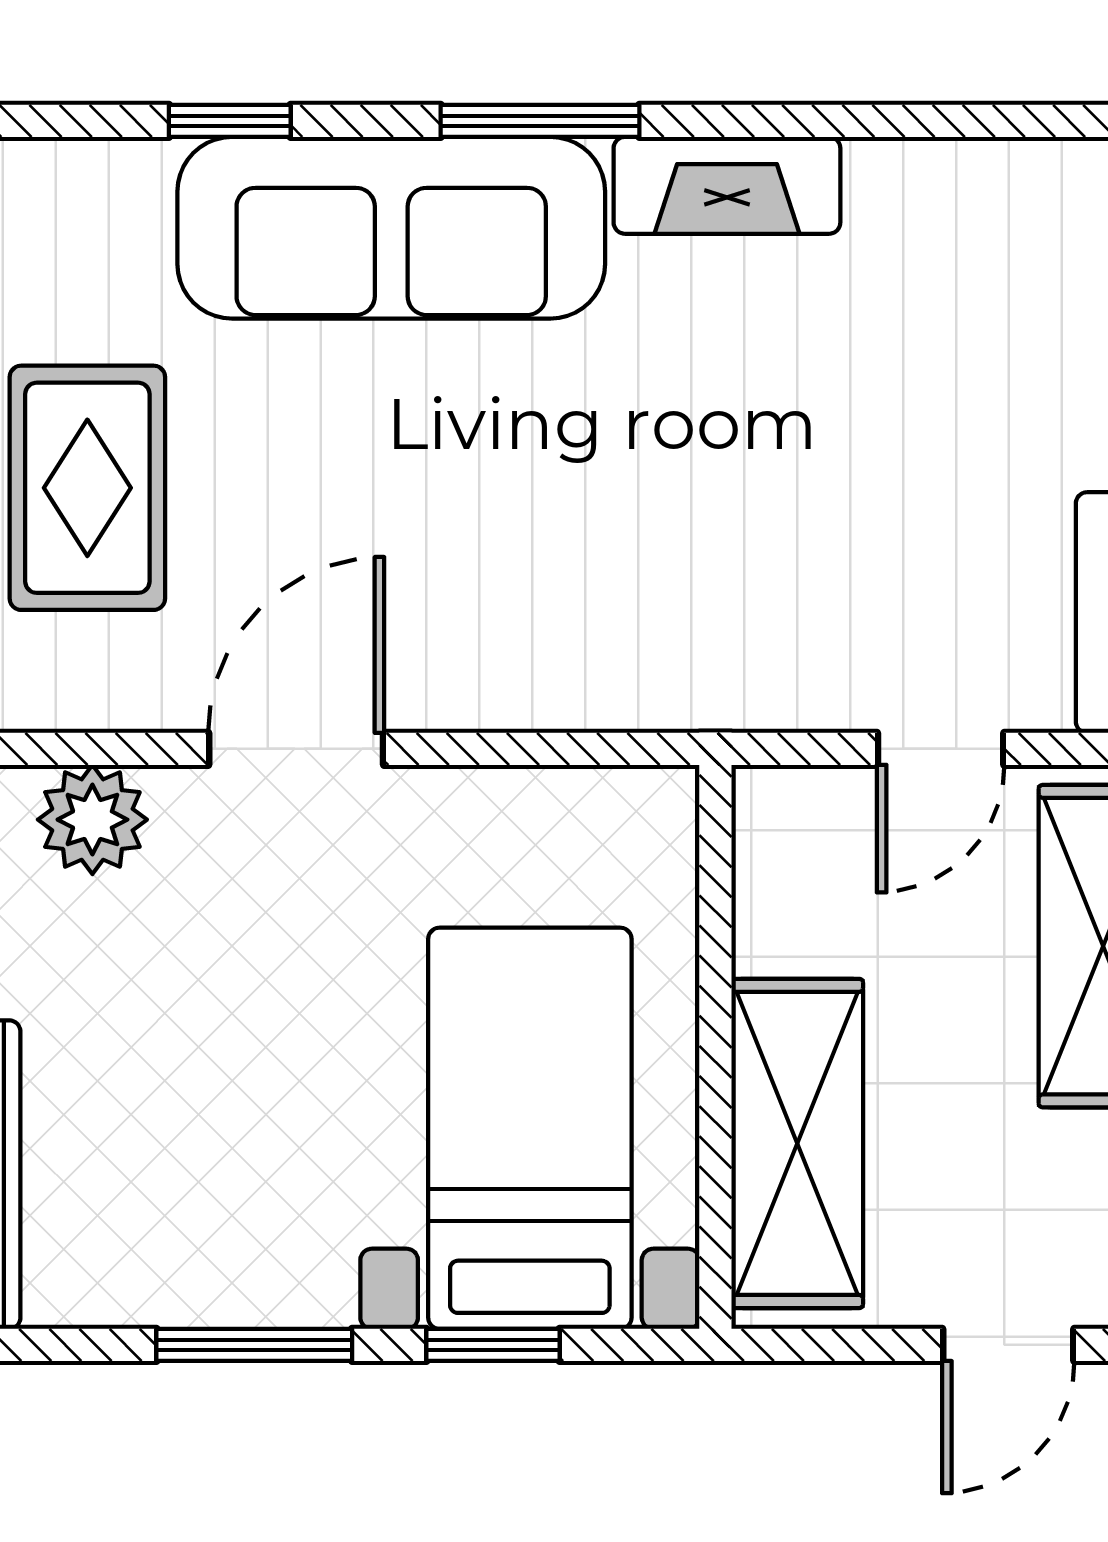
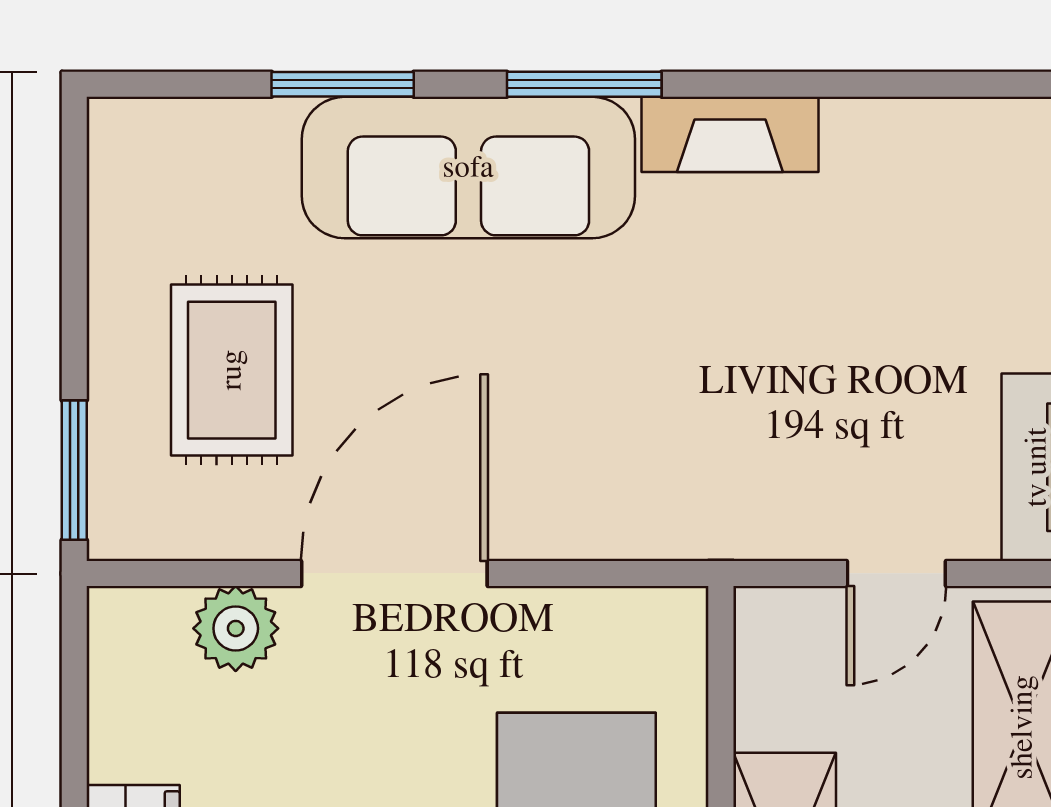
window: (230, 121) -> (343, 84), width x1.50
door: (296, 749) -> (394, 573), width x1.36

